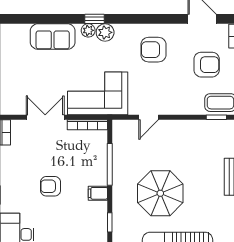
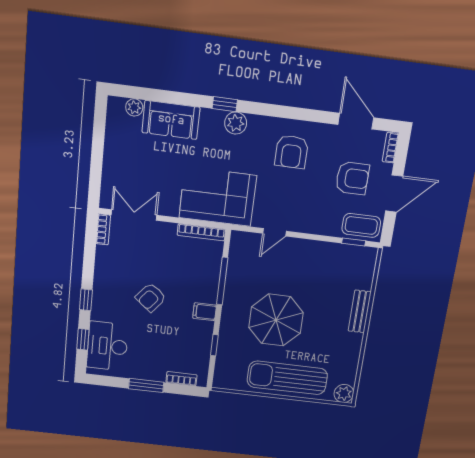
plant: (88, 30) -> (134, 107), moved
armchair: (153, 50) -> (291, 152), turned -90
double door: (45, 117) -> (134, 215), moved
armchair: (51, 186) -> (151, 297), turned -51

